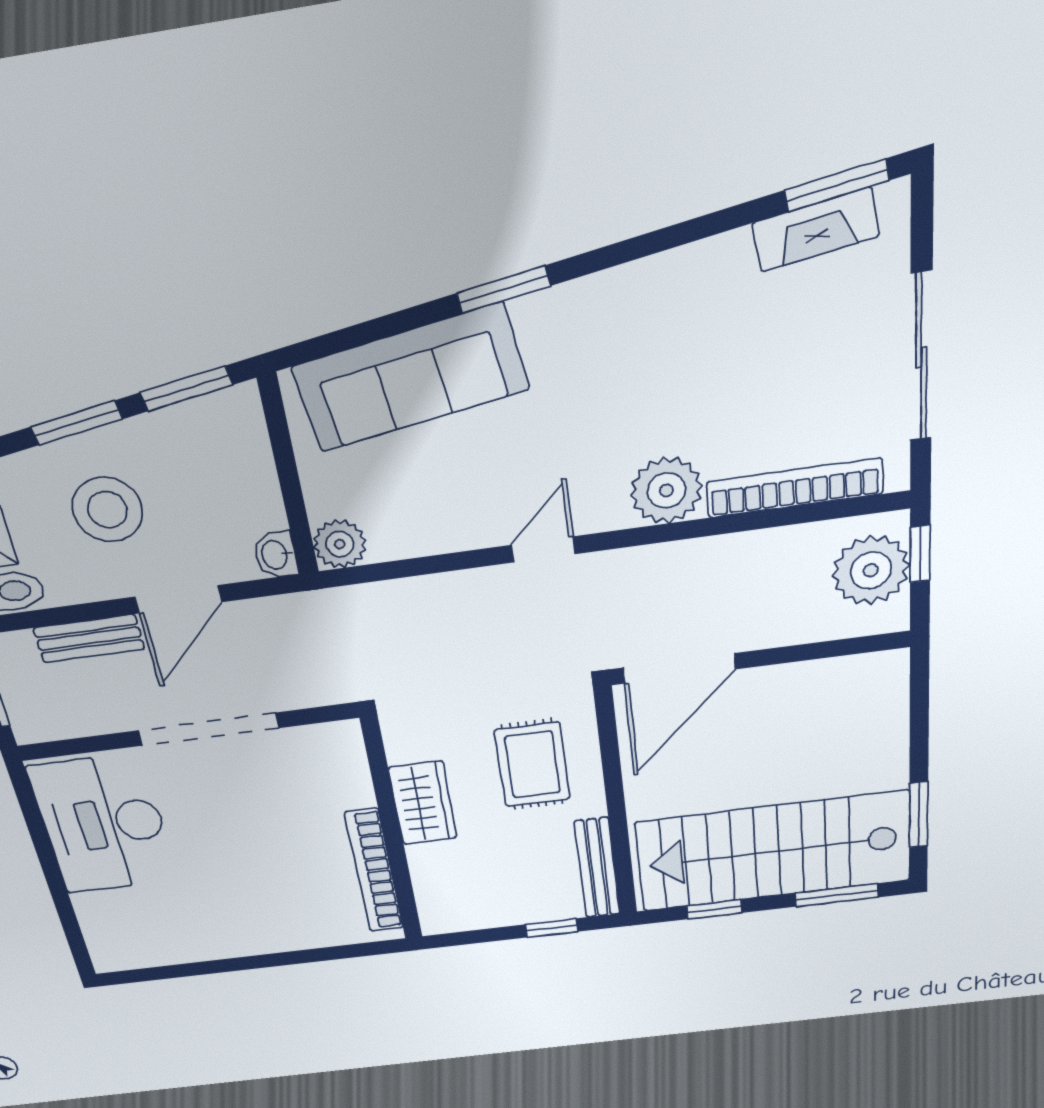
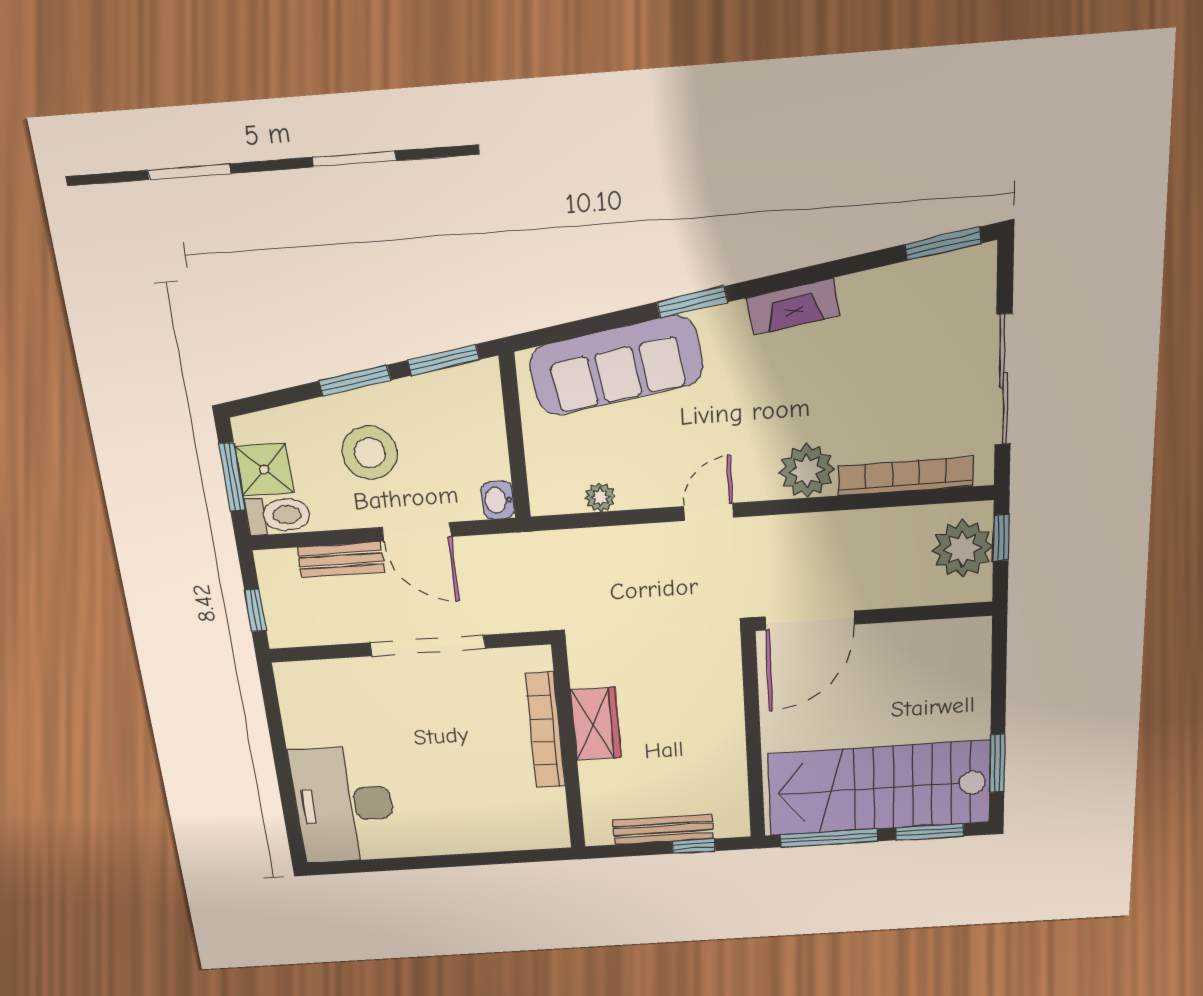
fireplace: (816, 230) -> (793, 307), moved
plant: (340, 544) -> (600, 497), moved, width x0.73, depth x0.73
door: (178, 599) -> (417, 532), hinge flipped
rug: (532, 765) -> (688, 696), removed
desk: (103, 824) -> (344, 805), moved
bench: (597, 868) -> (663, 829), moved, turned 90
bookcase: (374, 871) -> (545, 730), moved
window: (714, 909) -> (829, 838), width x2.17

